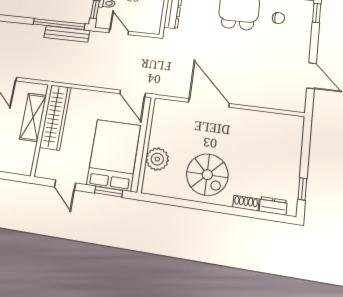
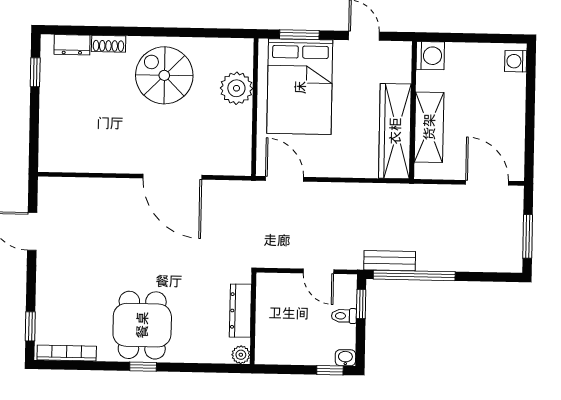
chair: (278, 18) -> (84, 314), removed
bench: (67, 34) -> (390, 261), width x0.73
washing machine: (23, 165) -> (430, 56), added

